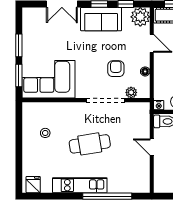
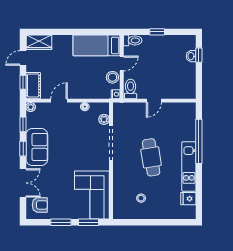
plant: (140, 17) -> (31, 107), width x0.53, depth x0.53
armchair: (116, 69) -> (40, 205), moved, turned 180
fridge: (33, 185) -> (188, 199), moved

